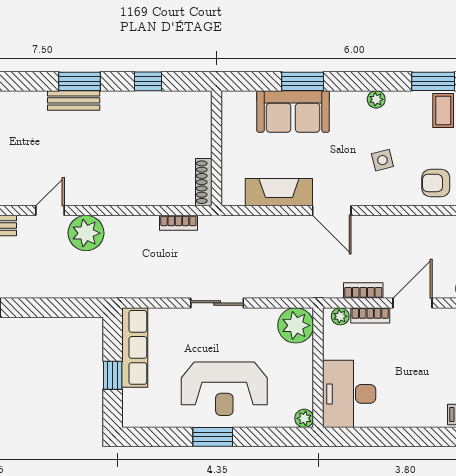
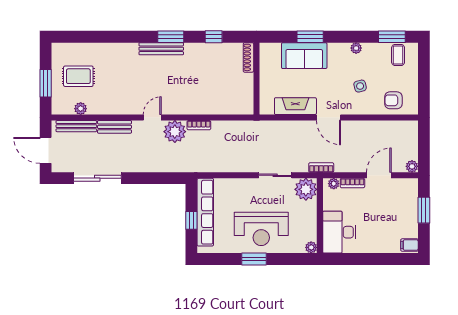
bench: (74, 100) -> (161, 49), width x1.36
shoe rack: (204, 182) -> (248, 57), moved
bookcase: (178, 223) -> (199, 125), moved
bookcase: (363, 290) -> (321, 167), moved
sliding door: (217, 303) -> (275, 175), moved
row of seats: (135, 347) -> (205, 212), width x1.36

